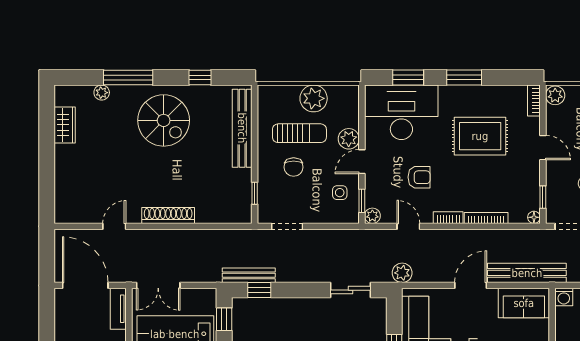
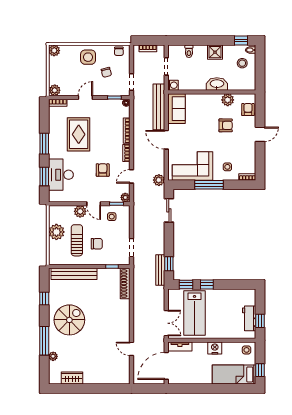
desk: (401, 112) -> (61, 175), width x0.73, depth x0.77
shoe rack: (168, 215) -> (125, 284), moved

